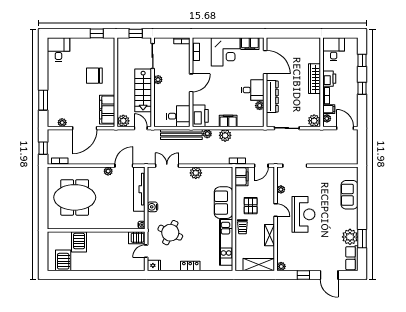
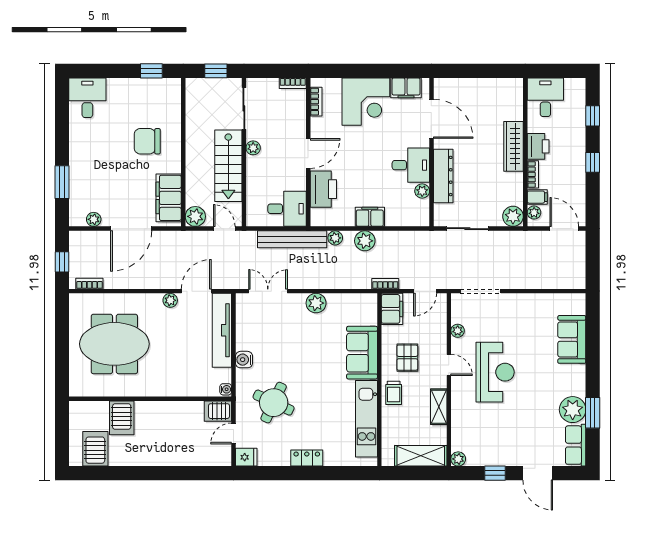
printer: (200, 116) -> (323, 189), moved

